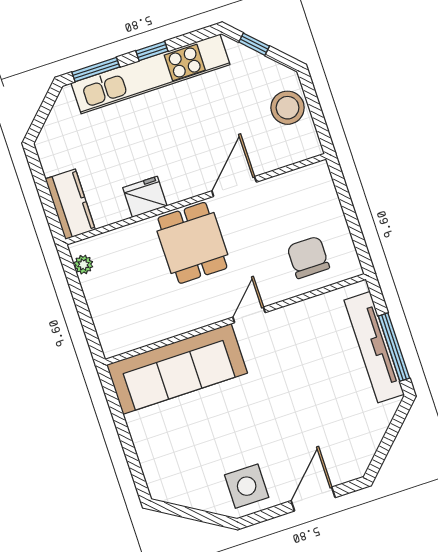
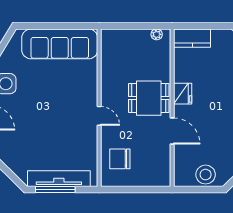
fridge: (145, 197) -> (183, 94), moved
chair: (308, 257) -> (120, 159), turned 180
sofa: (177, 369) -> (60, 44), moved, turned -90

